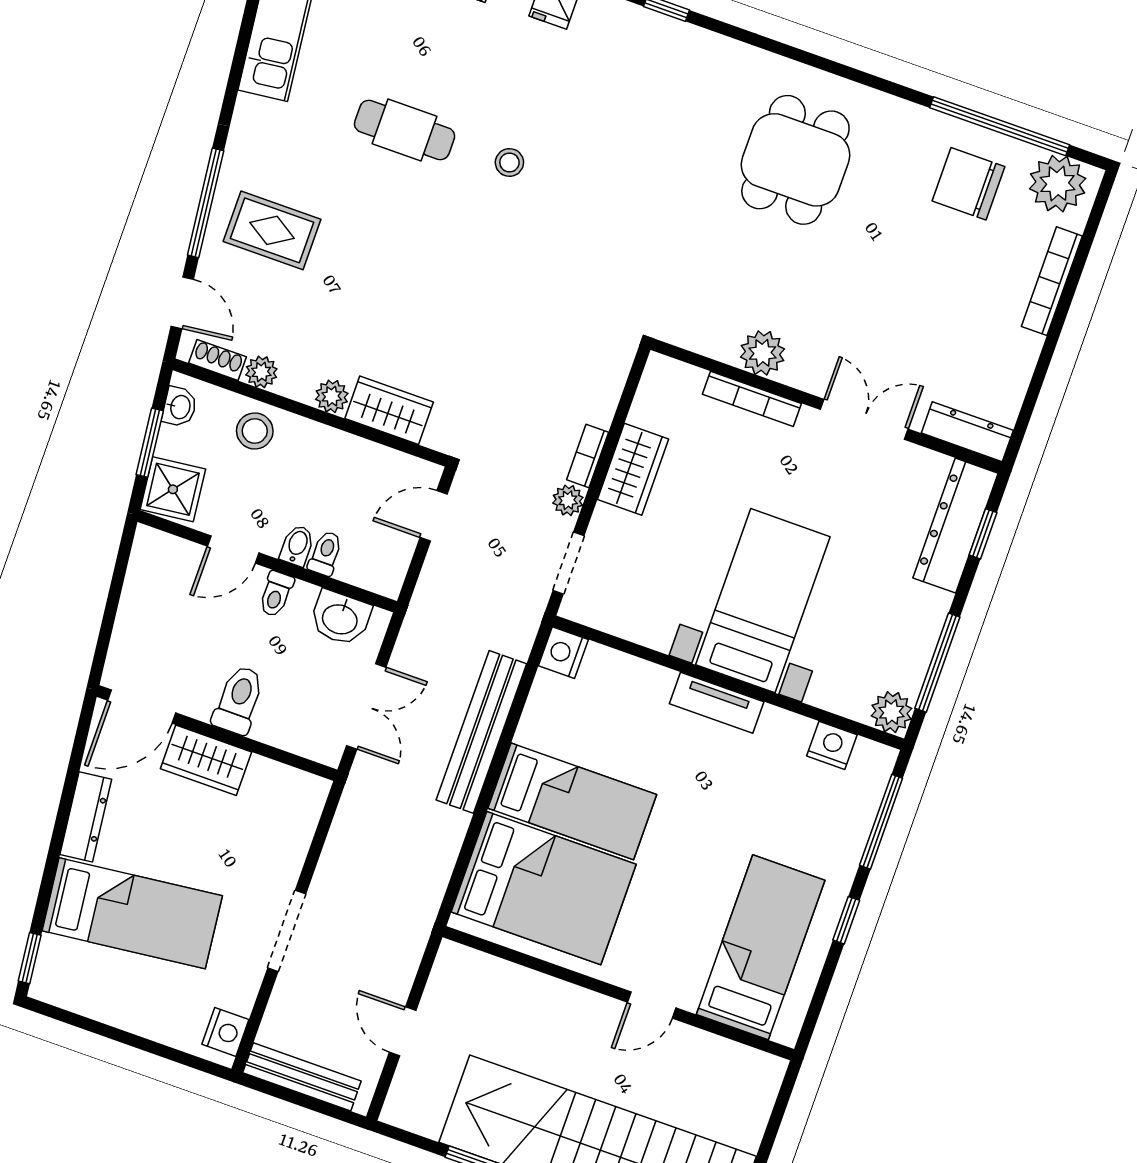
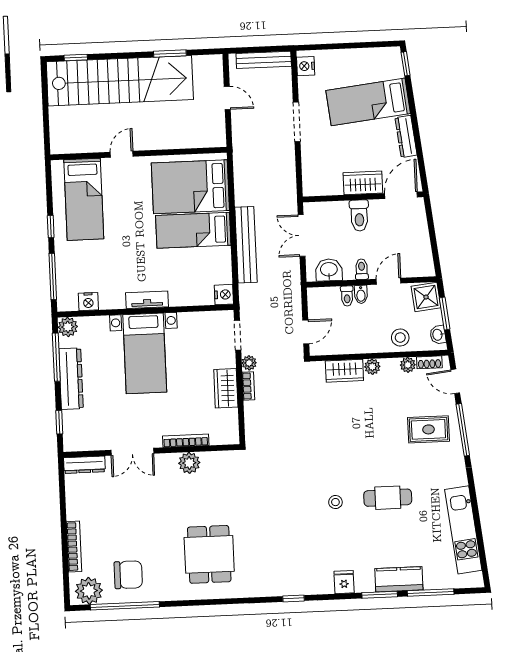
dresser: (956, 526) -> (71, 379), moved

